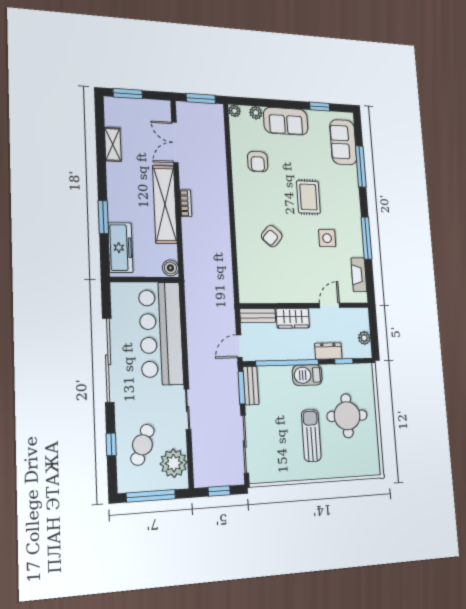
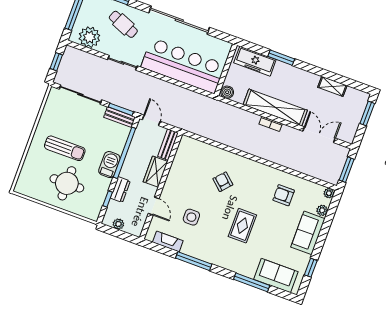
rug: (308, 197) -> (242, 226), turned 90
side table: (327, 238) -> (191, 217), moved
cafe table: (142, 445) -> (123, 24), moved

